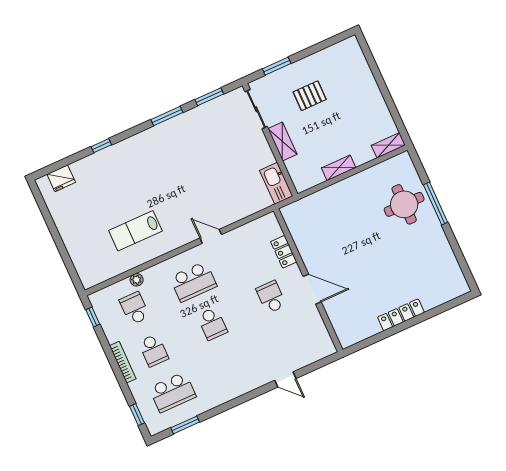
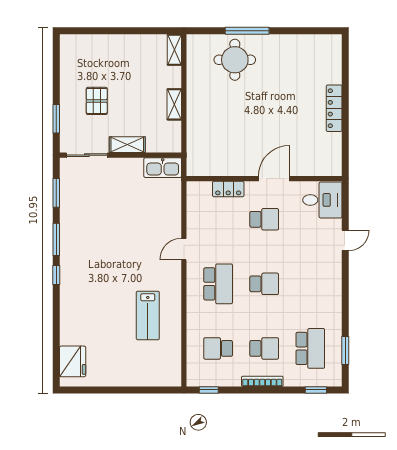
window: (101, 146) -> (56, 275), moved
fridge: (61, 178) -> (73, 361), width x1.36, depth x1.34
plant: (137, 280) -> (193, 335), removed
school desk: (271, 297) -> (264, 219), turned 180
desk: (313, 342) -> (322, 200), added

